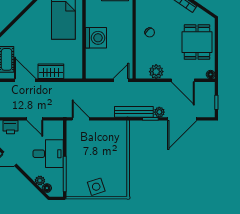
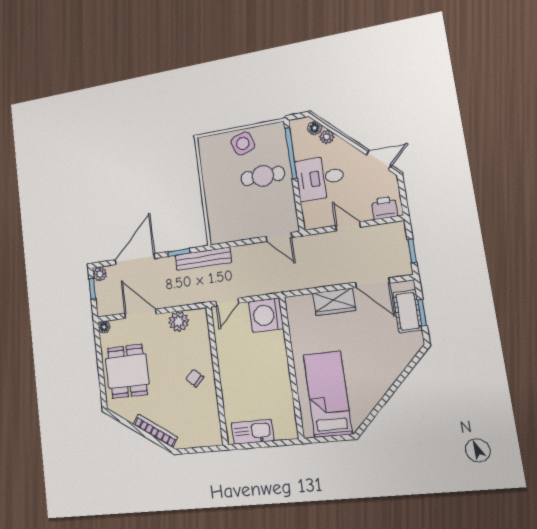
washing machine: (96, 38) -> (266, 315), moved
plant: (159, 112) -> (100, 274), moved
cafe table: (86, 162) -> (263, 176), added

